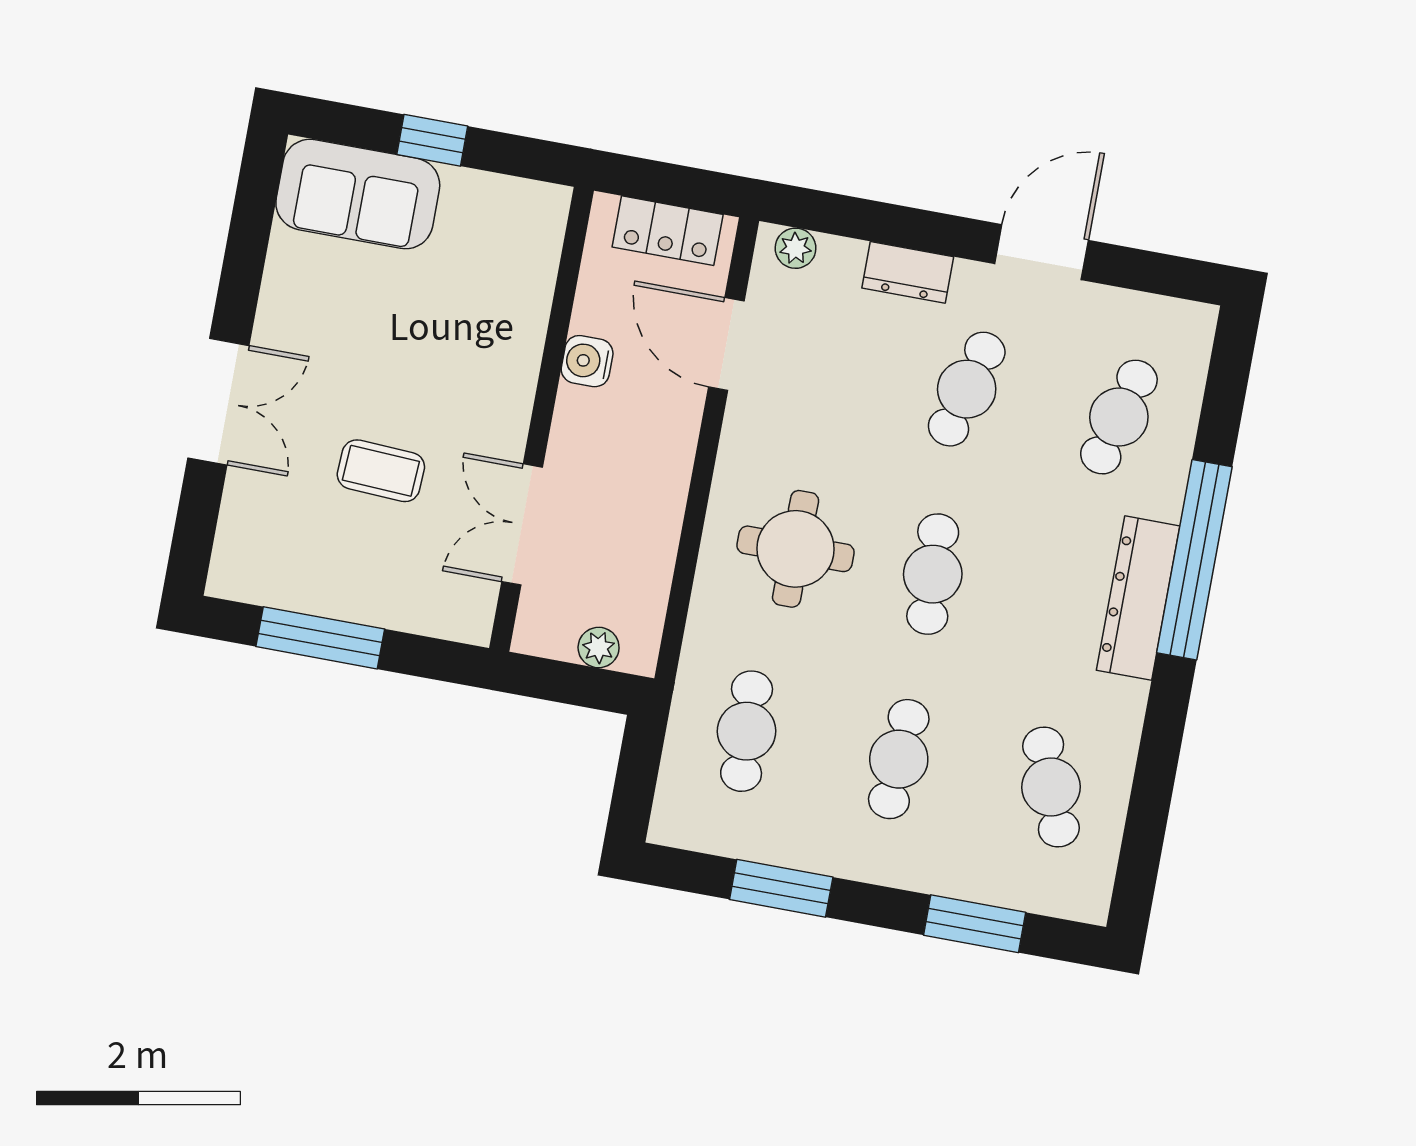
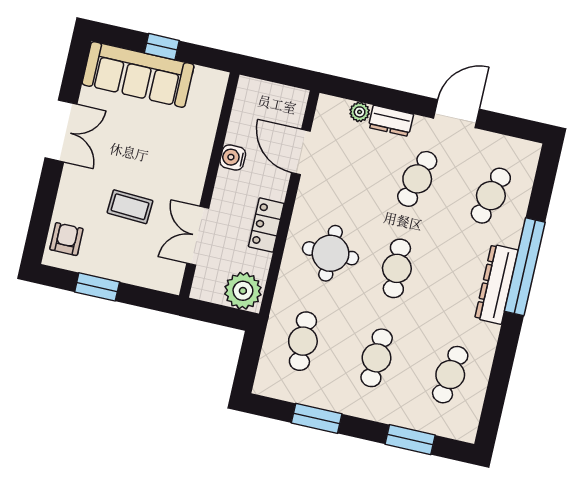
sofa: (358, 194) -> (138, 74), width x1.36
locker: (668, 231) -> (266, 225), moved, turned 90
plant: (795, 248) -> (360, 112), moved
double door: (218, 402) -> (61, 131), moved
armchair: (253, 542) -> (66, 239), added
window: (320, 638) -> (97, 287), width x0.69
plant: (599, 648) -> (243, 291), width x1.87, depth x1.87
cafe table: (1051, 787) -> (450, 375), turned 30

